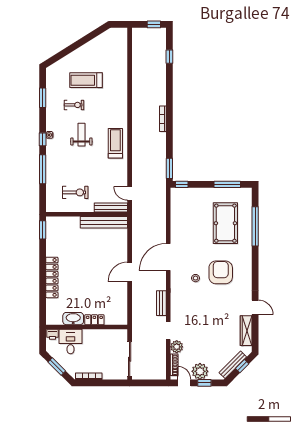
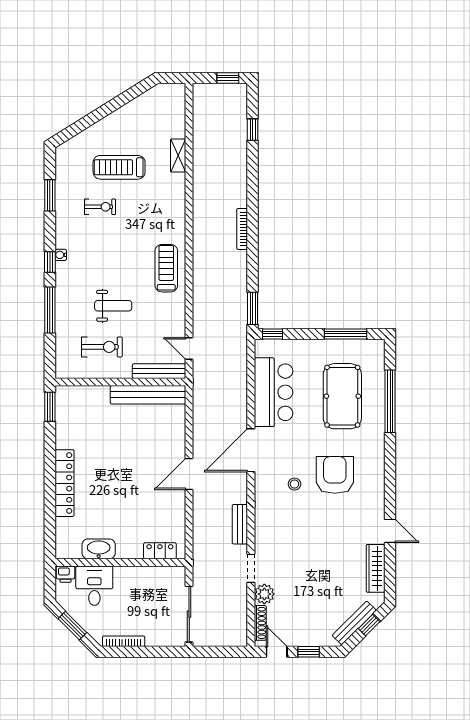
shelving: (123, 73) -> (178, 156), added
weight bench: (81, 135) -> (113, 306), moved, turned 90
bar counter: (182, 221) -> (273, 392), added
locker: (94, 320) -> (160, 551), moved
plant: (200, 371) -> (302, 633), removed

